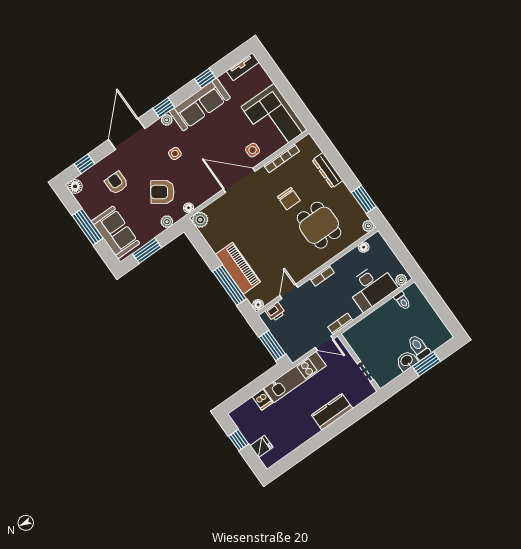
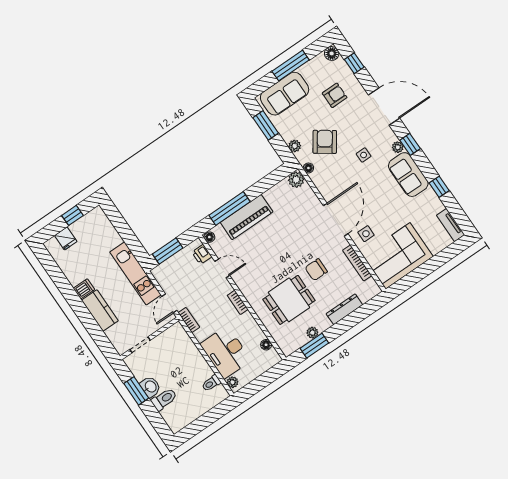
sofa: (200, 105) -> (408, 175), width x0.73
plant: (368, 226) -> (312, 333), moved
window: (426, 364) -> (136, 391), moved
dishwasher: (262, 400) -> (84, 289), moved, turned 180

